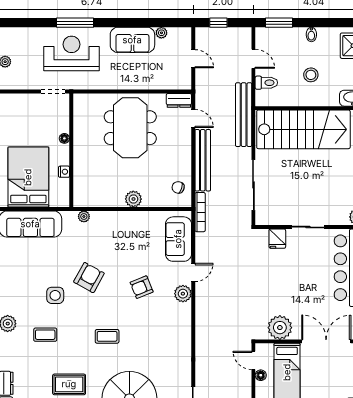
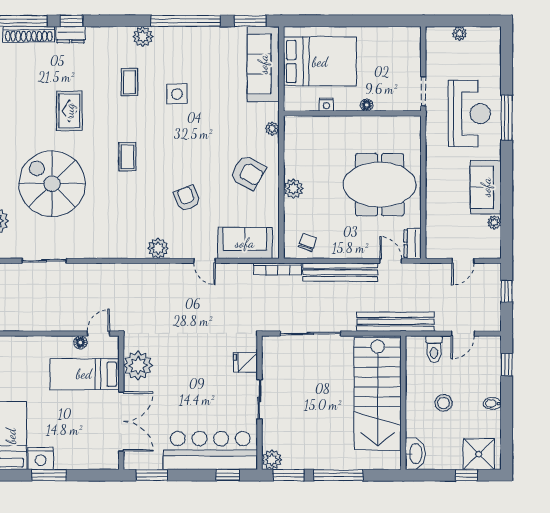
window: (279, 23) -> (507, 364), width x0.67
door: (193, 119) -> (391, 261), swing flipped
armchair: (89, 278) -> (248, 172), moved
plant: (183, 294) -> (158, 248), moved

